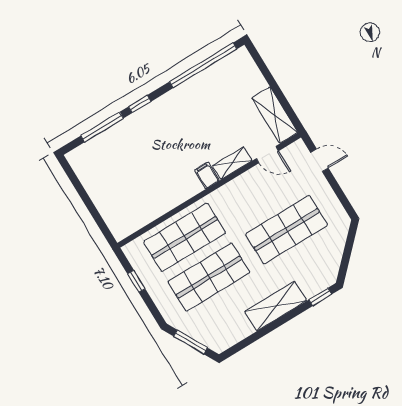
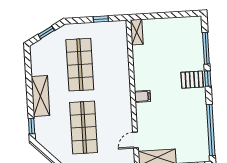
pallet: (152, 123) -> (192, 80), added
shelving: (232, 163) -> (137, 32), moved
shop shelf: (185, 237) -> (112, 63), removed
window: (191, 342) -> (46, 32), width x0.67

